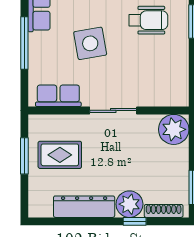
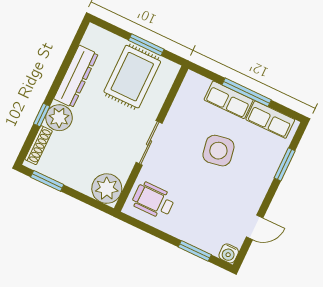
wheelchair: (148, 20) -> (153, 200), moved, turned 90
row of seats: (58, 96) -> (229, 100), moved, turned 90
rug: (60, 155) -> (132, 77), width x1.36, depth x1.43

